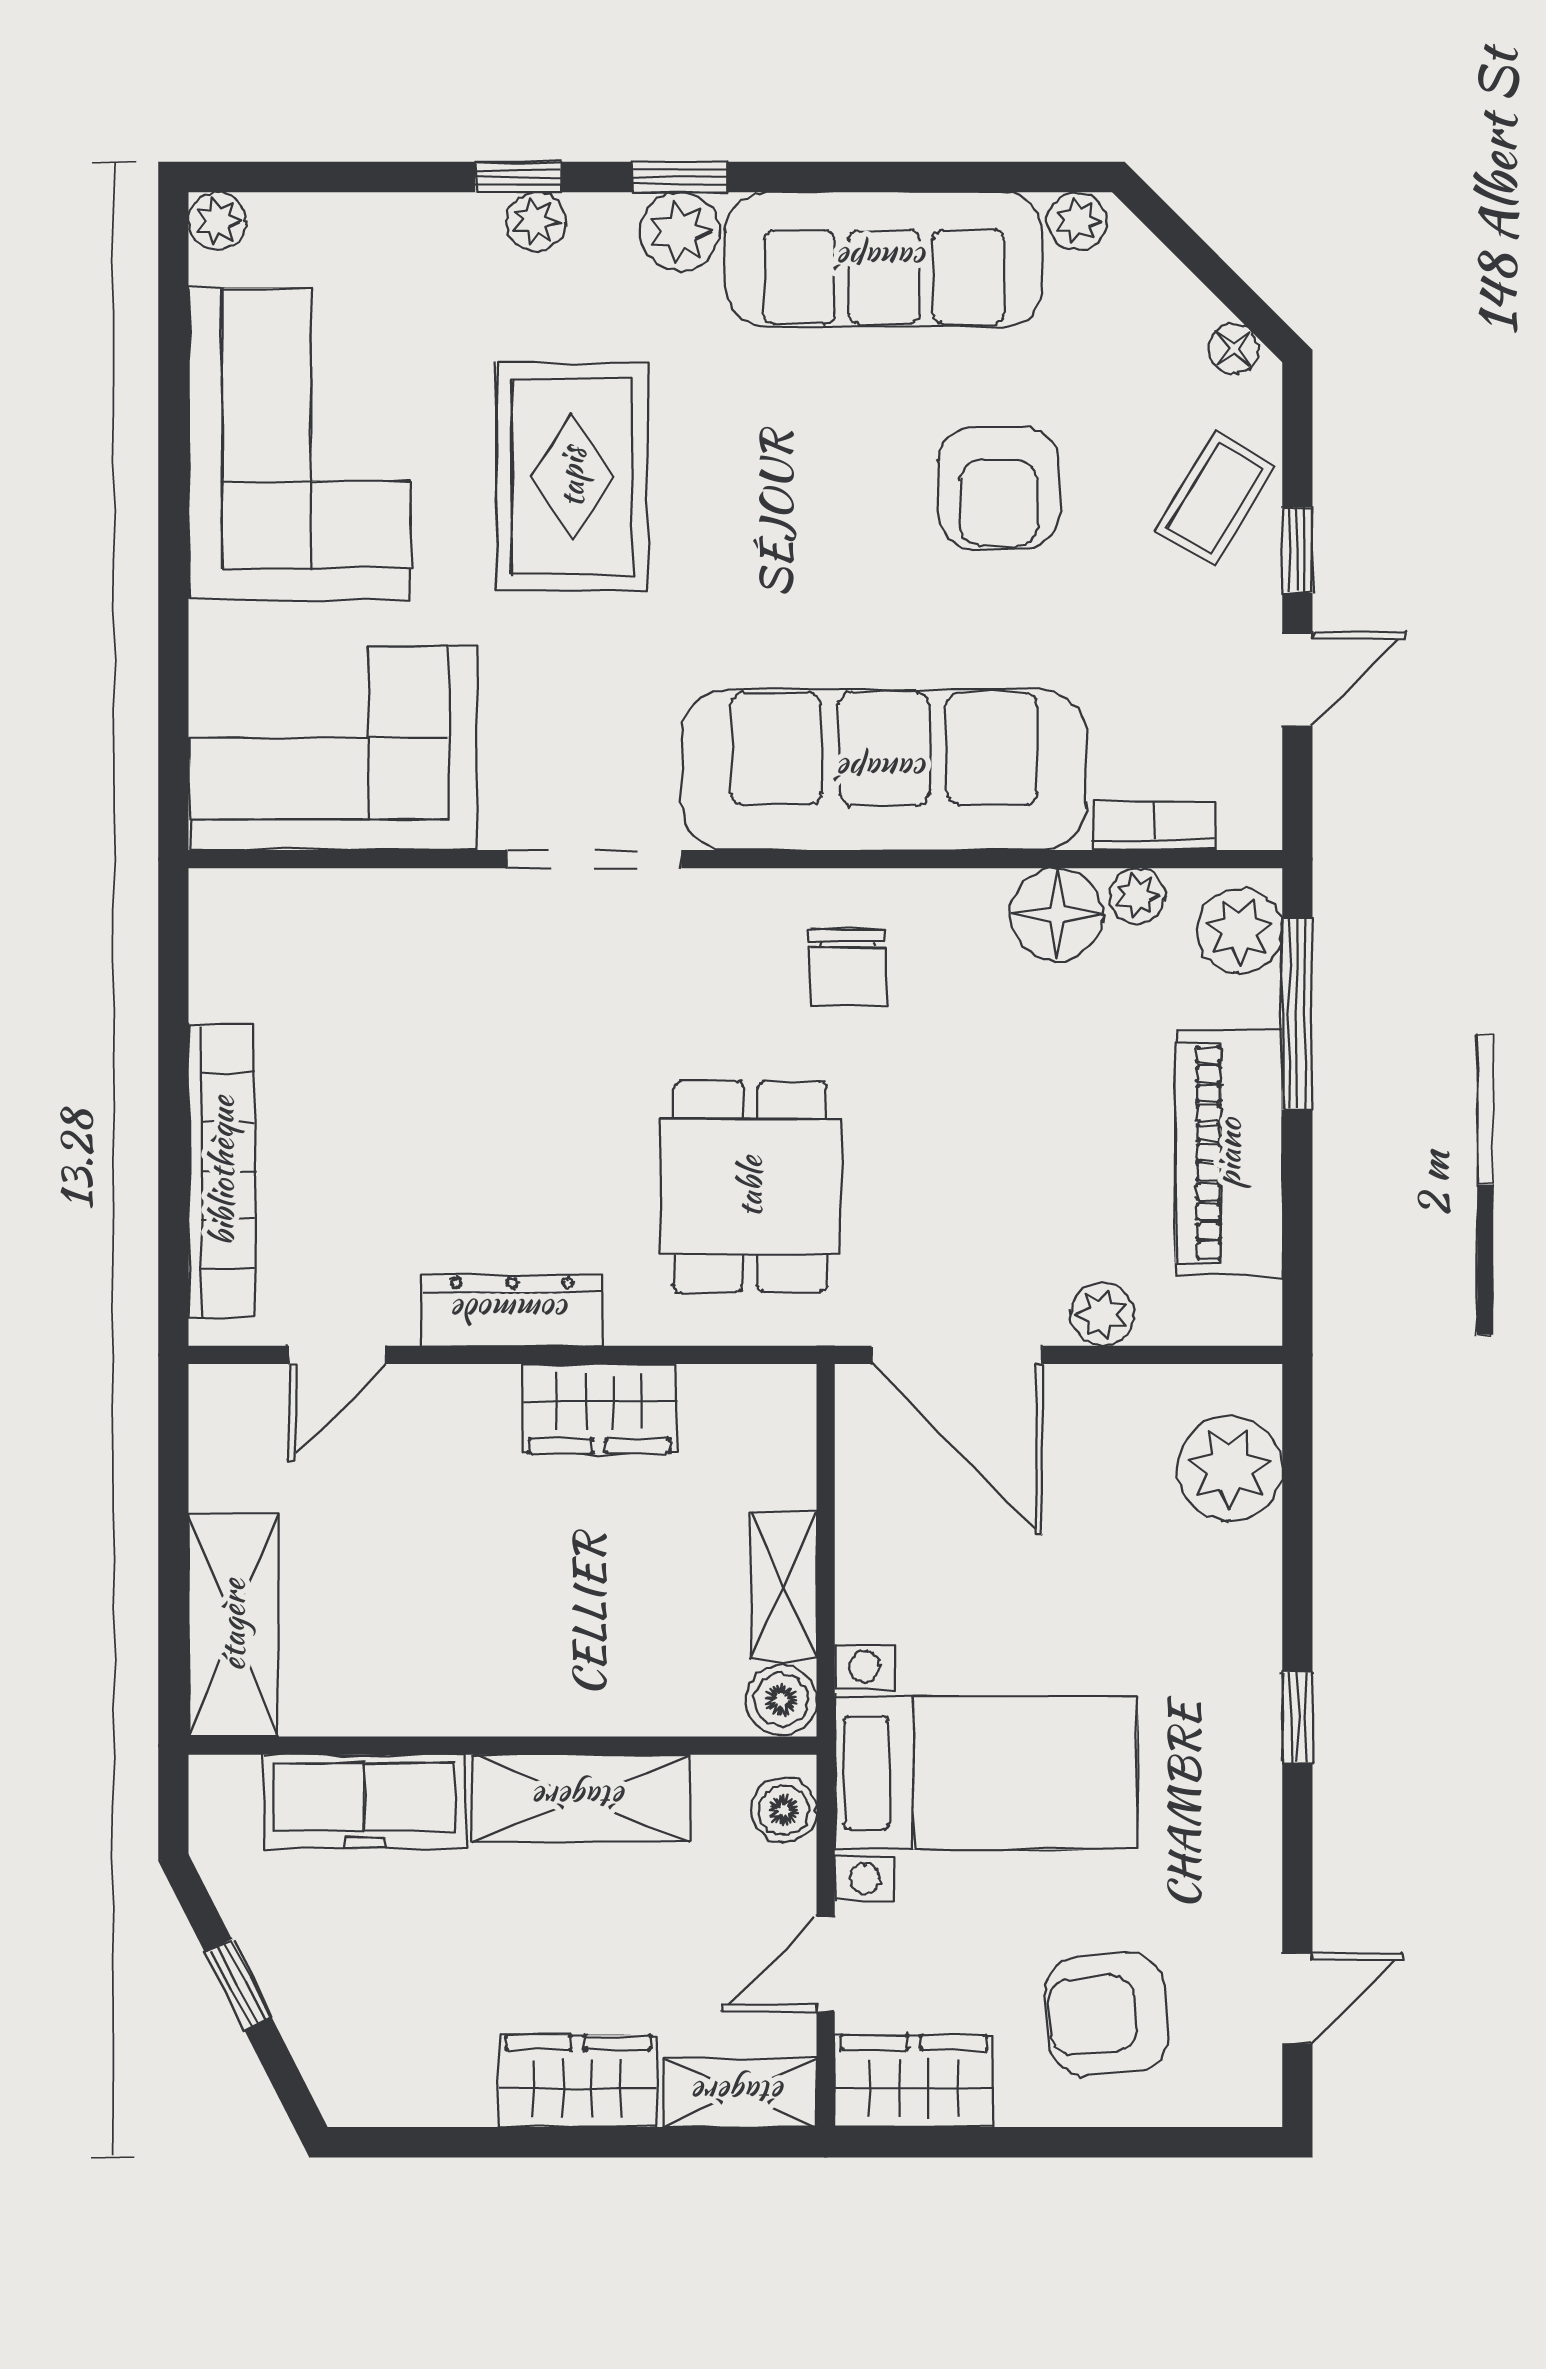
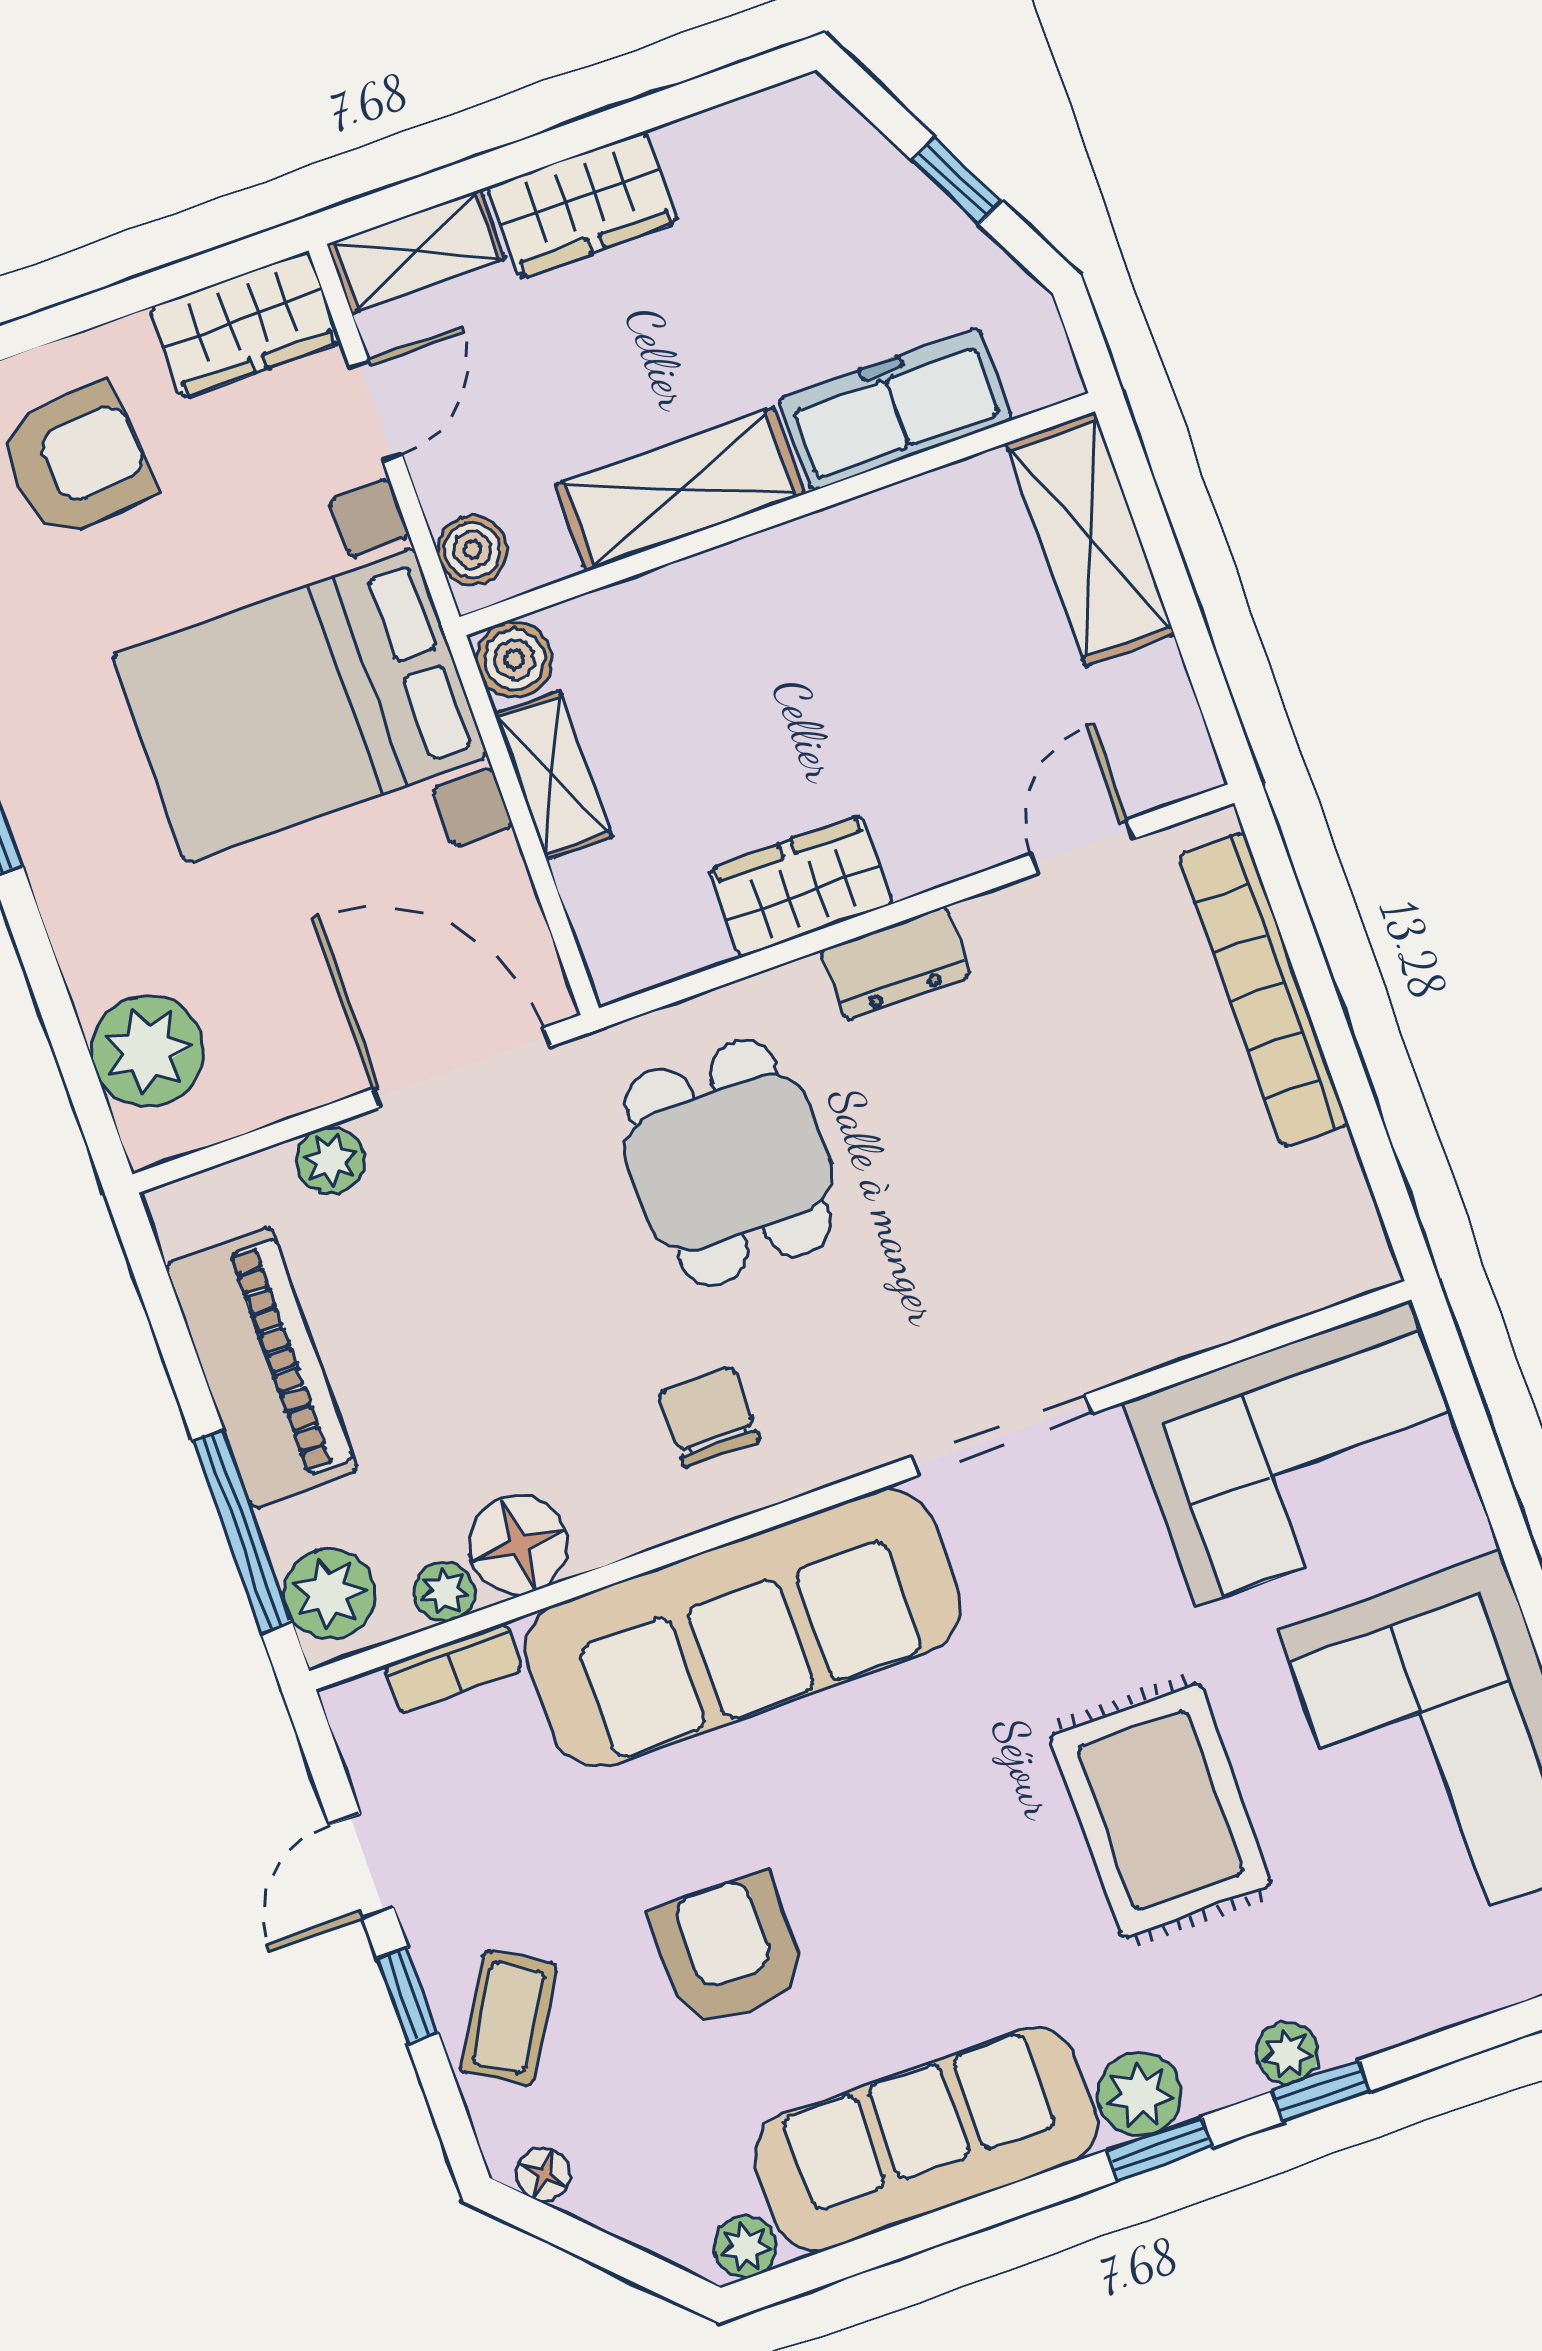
dresser: (512, 1311) -> (895, 963), width x0.70
bed with nightstands: (986, 1773) -> (300, 706), width x1.36

